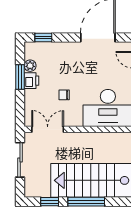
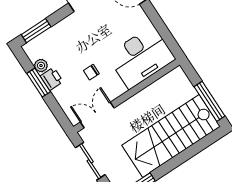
window: (43, 37) -> (36, 31), width x1.50
window: (86, 202) -> (179, 159), removed

